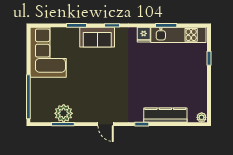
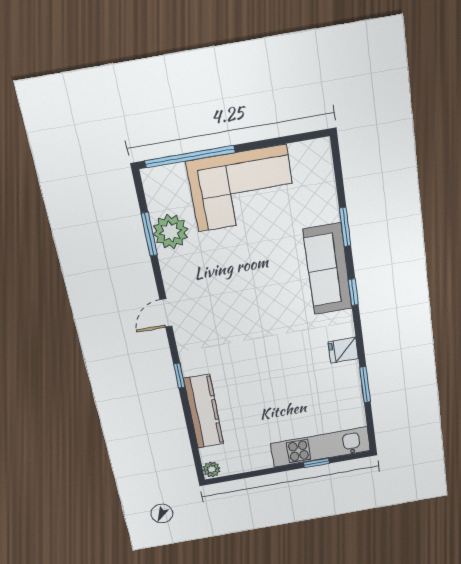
kitchen unit: (178, 35) -> (321, 447), moved, turned 90
sofa: (97, 37) -> (328, 269), width x1.36
corner sofa: (48, 52) -> (242, 188), moved

